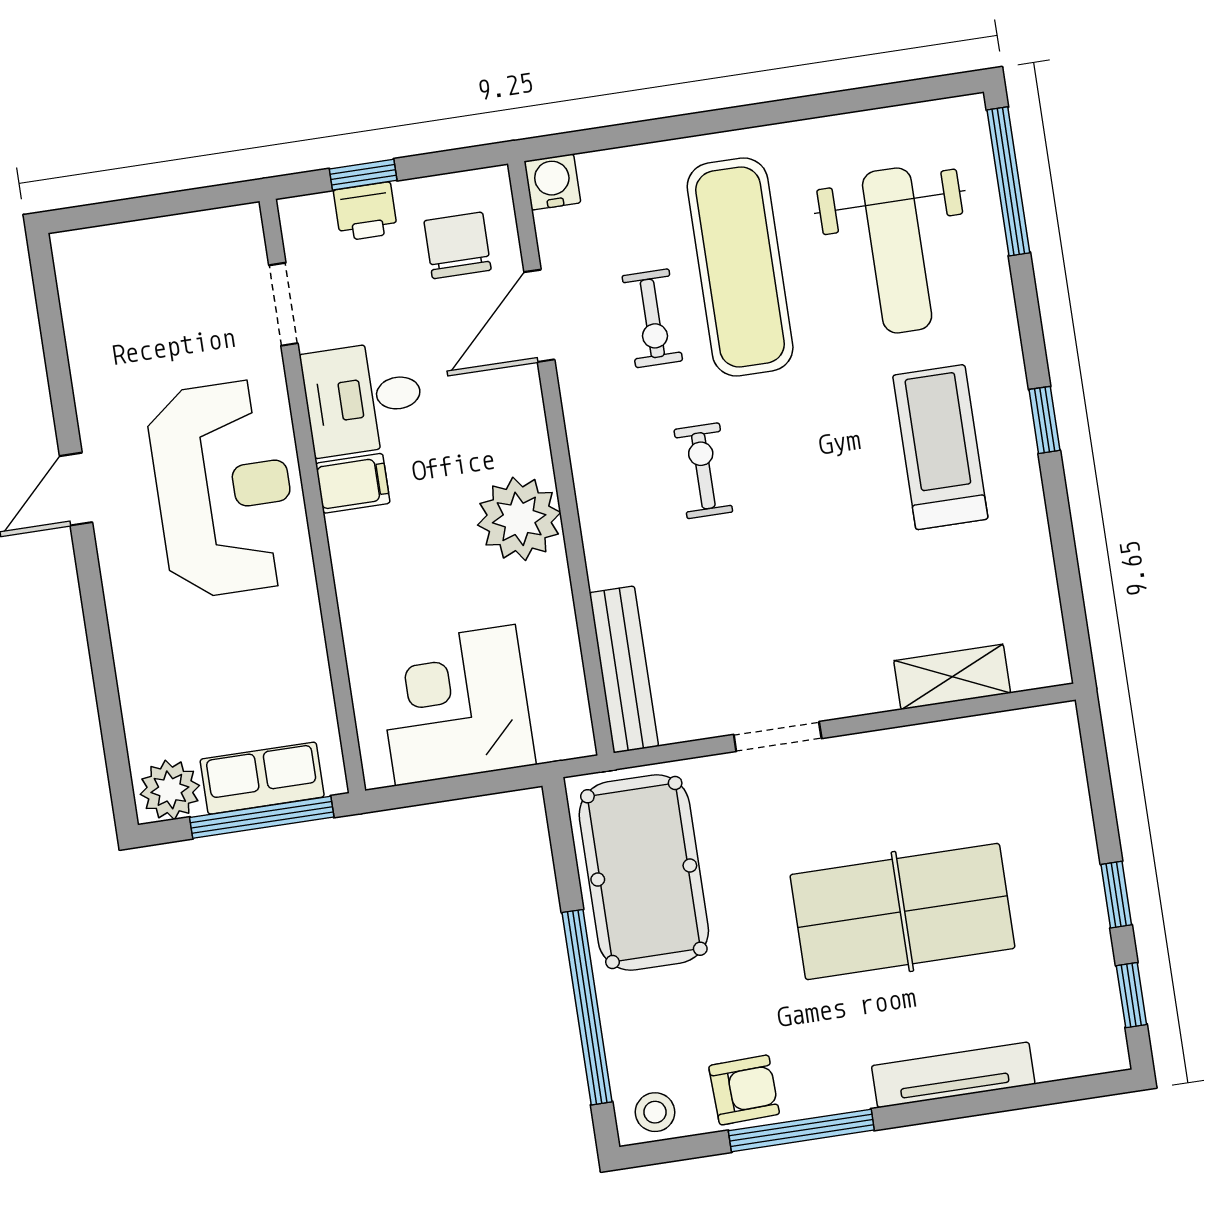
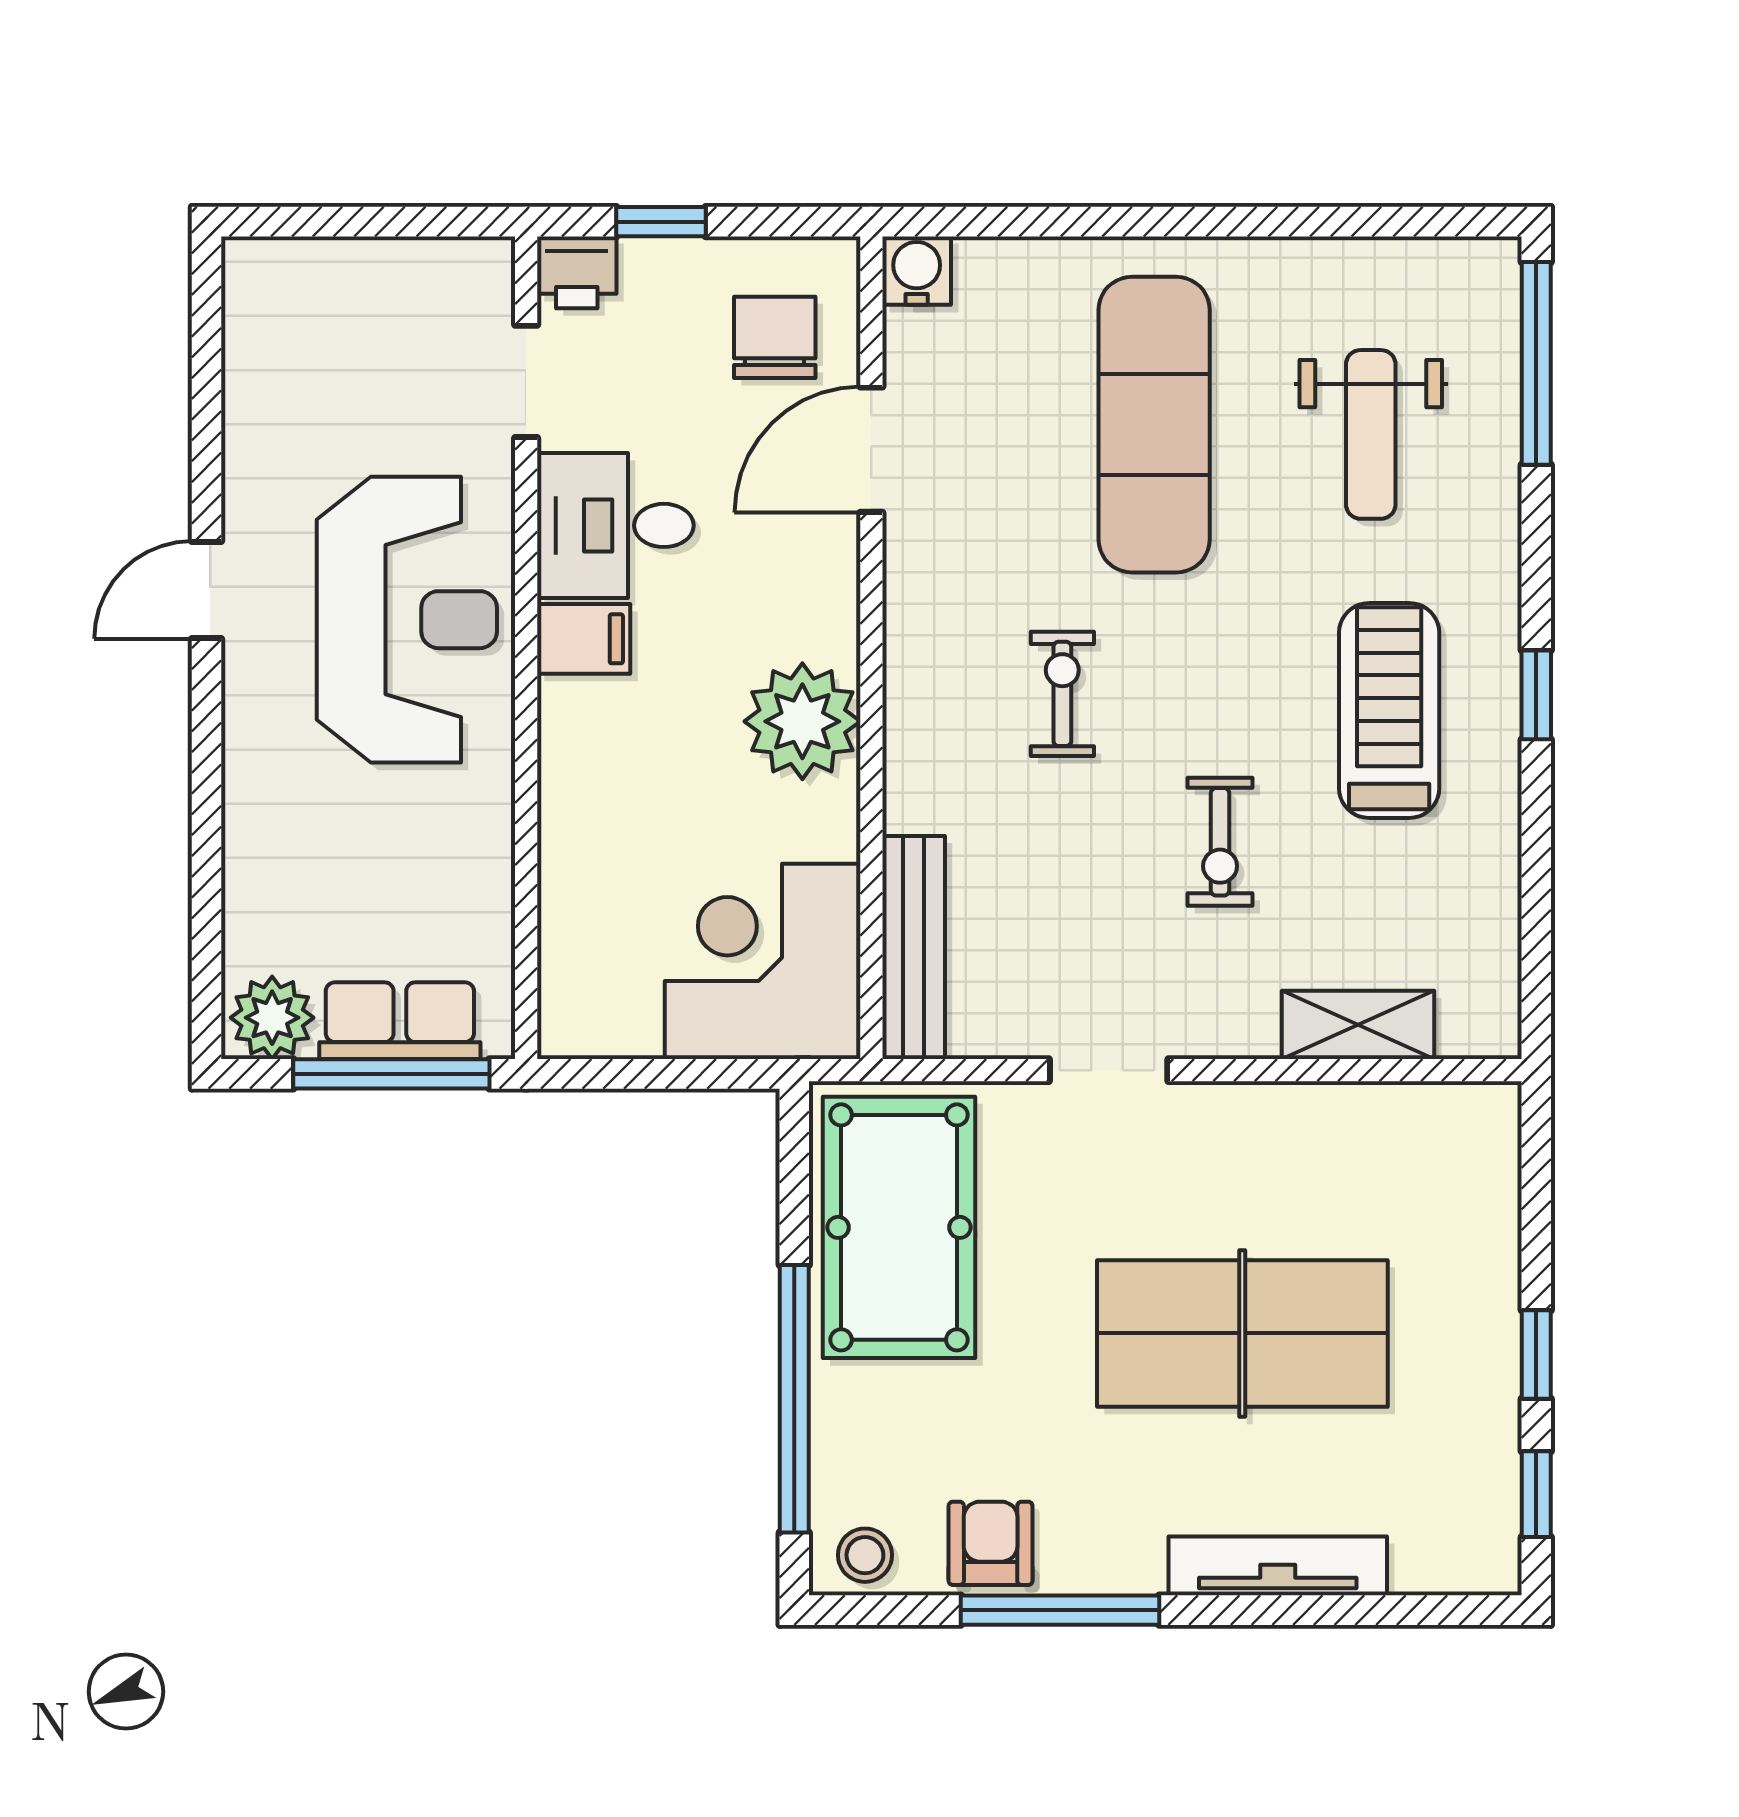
printer: (366, 212) -> (577, 272), moved
weight bench: (897, 250) -> (1371, 434), width x0.73, depth x0.75
exercise bike: (652, 318) -> (1220, 842), moved
corner desk: (455, 705) -> (763, 961), moved
armchair: (744, 1090) -> (991, 1543), turned -88

